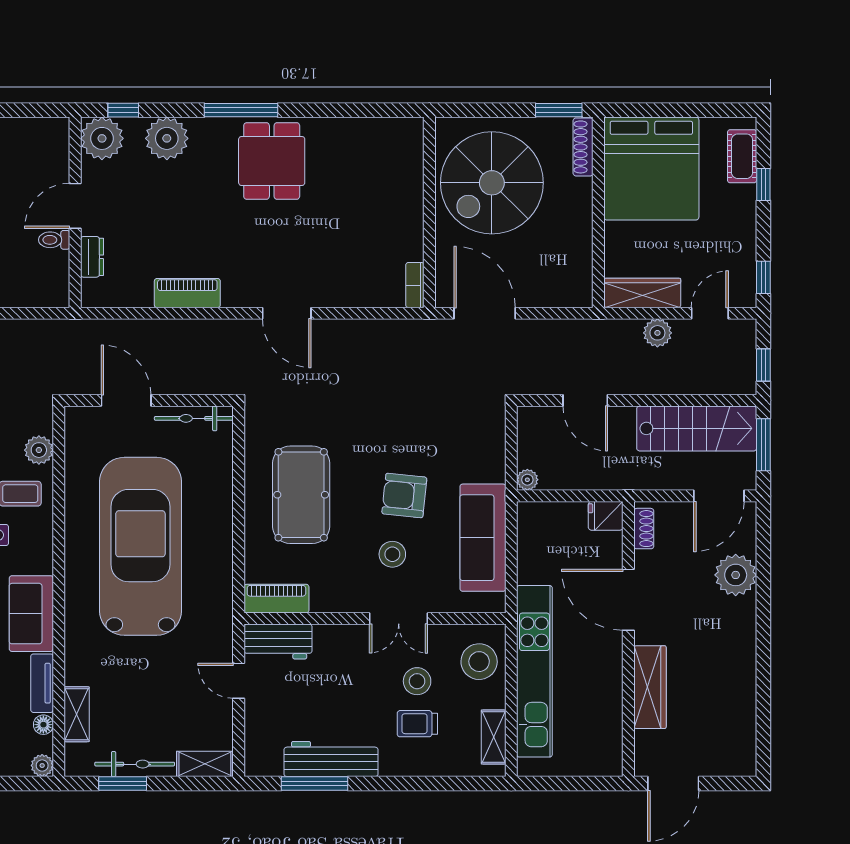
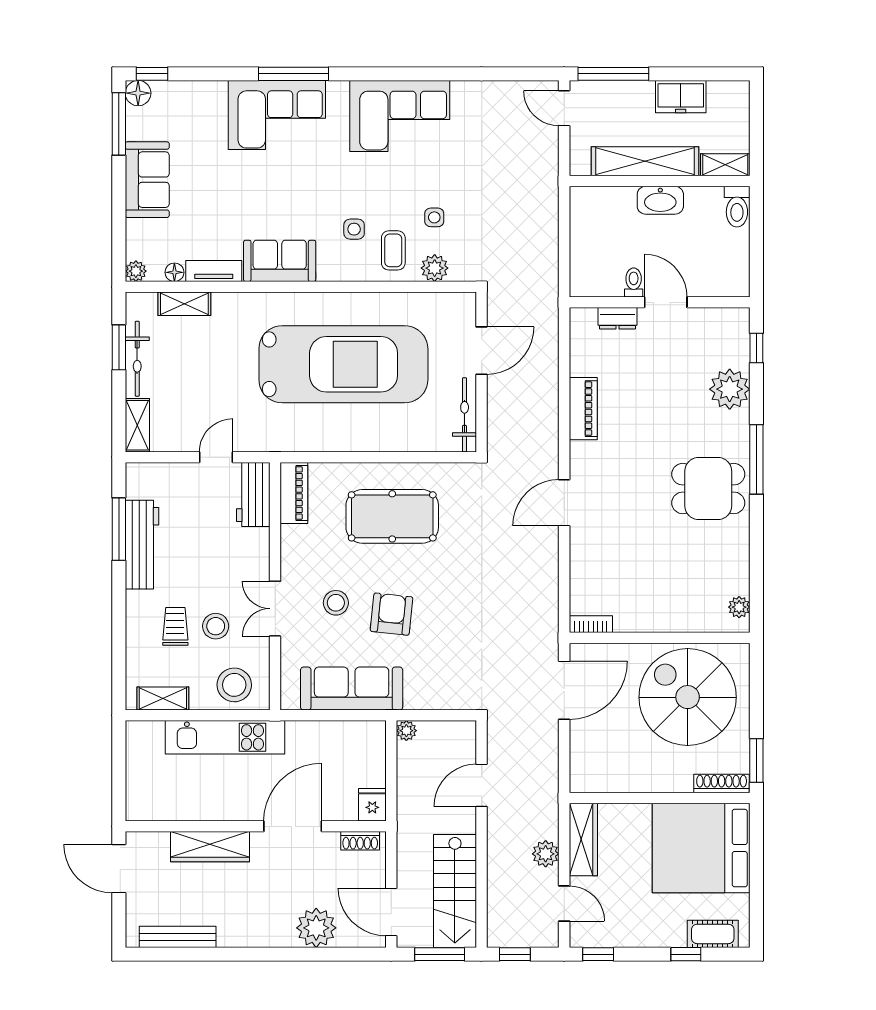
plant: (102, 138) -> (739, 607), moved, width x0.53, depth x0.53
kitchen unit: (534, 671) -> (225, 737), width x0.73
bench: (745, 721) -> (178, 937), added

